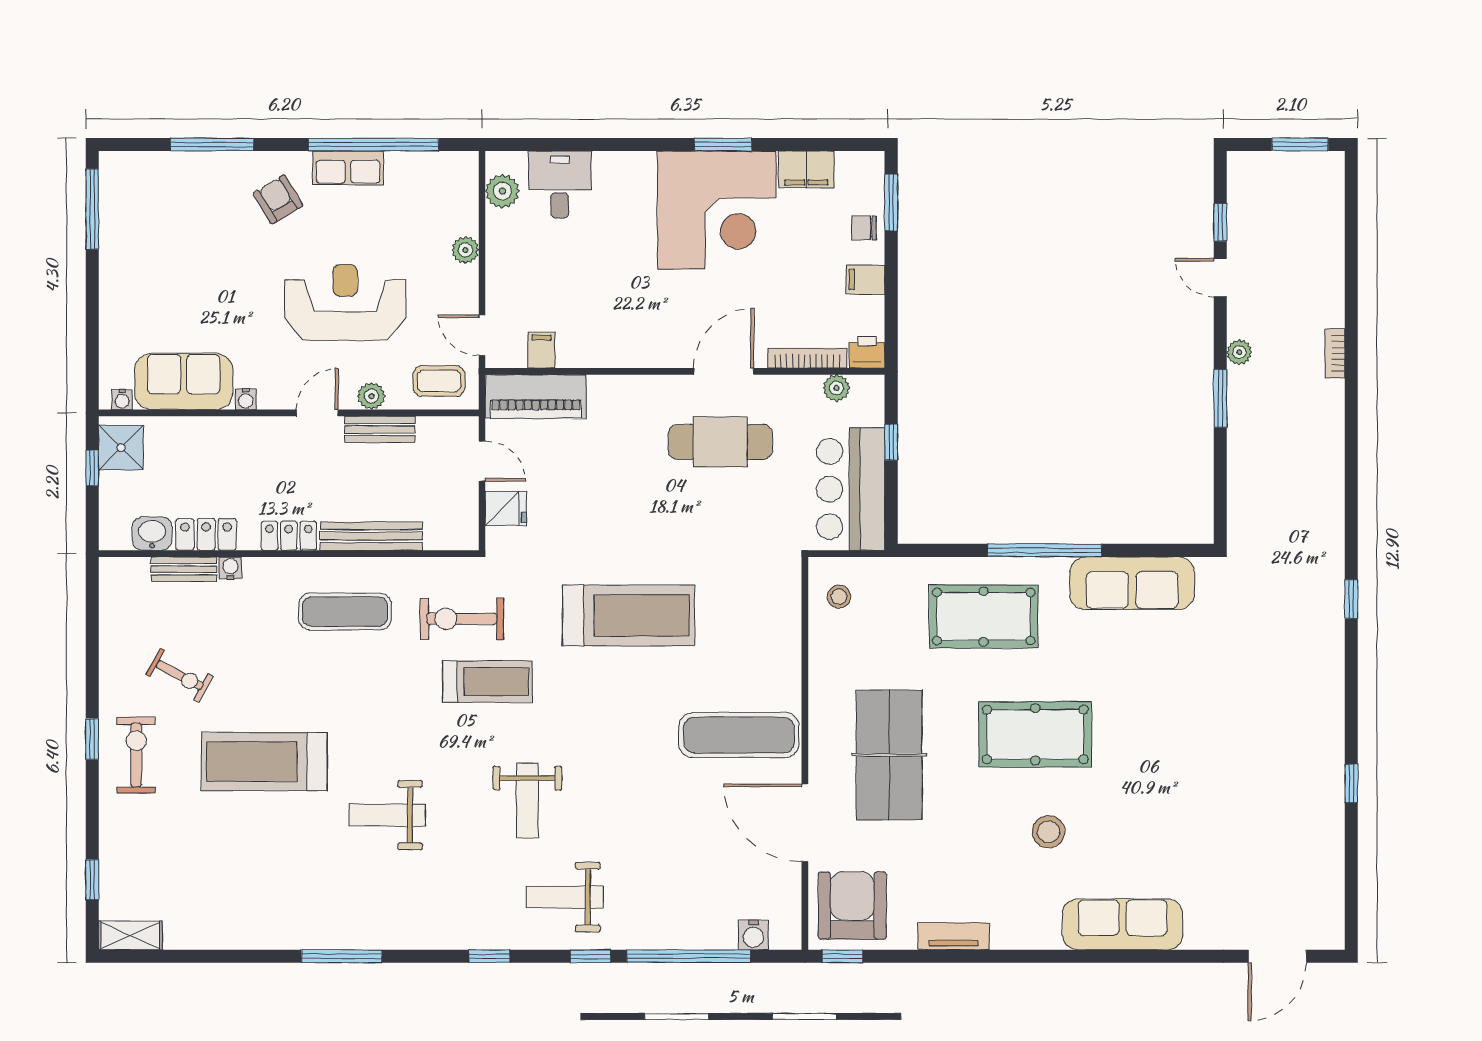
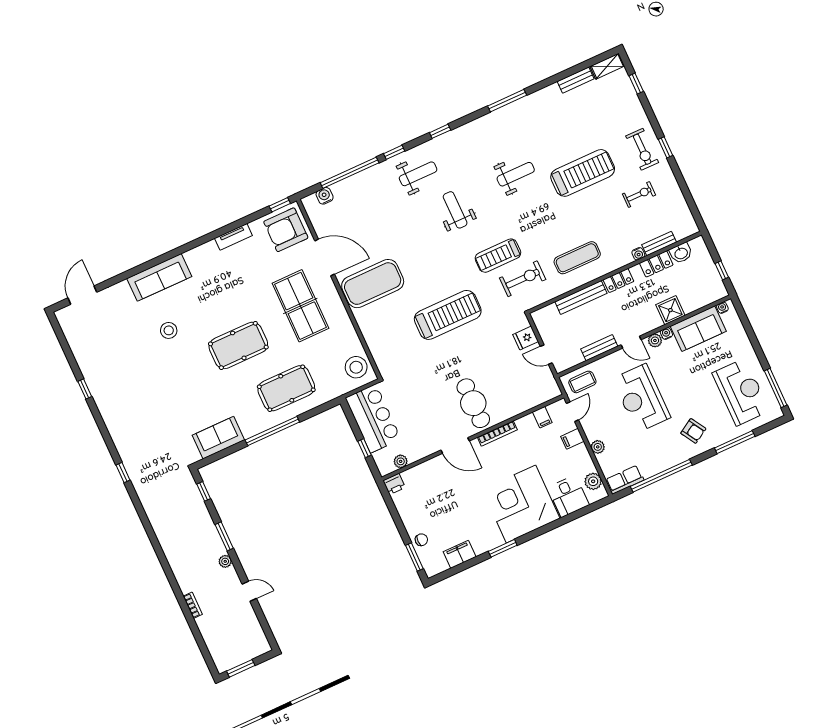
row of seats: (348, 168) -> (625, 480), moved
corner desk: (717, 210) -> (521, 504), moved
window: (1220, 222) -> (204, 491), moved
reception desk: (159, 231) -> (741, 392), added
filing cabinet: (865, 280) -> (572, 439), moved, turned 180
reception desk: (345, 302) -> (641, 398), turned 90
door: (482, 335) -> (572, 412), hinge flipped
bookcase: (1335, 354) -> (193, 605), moved
bookcase: (807, 358) -> (497, 434), moved
door: (724, 371) -> (455, 446), hinge flipped
plant: (371, 396) -> (655, 340), moved
piano: (536, 397) -> (535, 395), removed
door: (317, 413) -> (631, 342), hinge flipped
cafe table: (720, 442) -> (473, 403), moved, turned 90
shower: (121, 448) -> (670, 310), moved
sofa: (1132, 583) -> (218, 438), width x0.73
stool: (839, 597) -> (356, 367), width x1.89, depth x1.89
treadmill: (628, 615) -> (448, 315), turned 180
exercise bike: (180, 675) -> (639, 194), turned 152
exercise mat: (739, 735) -> (373, 284), width x1.47
stool: (1049, 832) -> (169, 330), moved
armchair: (852, 906) -> (286, 230), turned 90
bench: (200, 937) -> (576, 80), added

